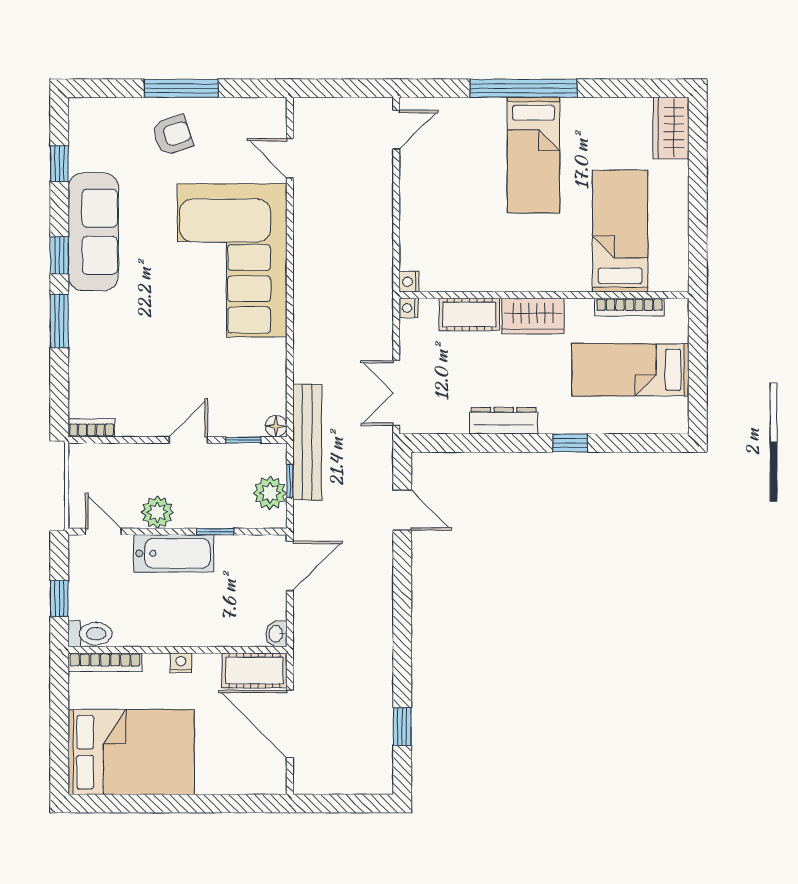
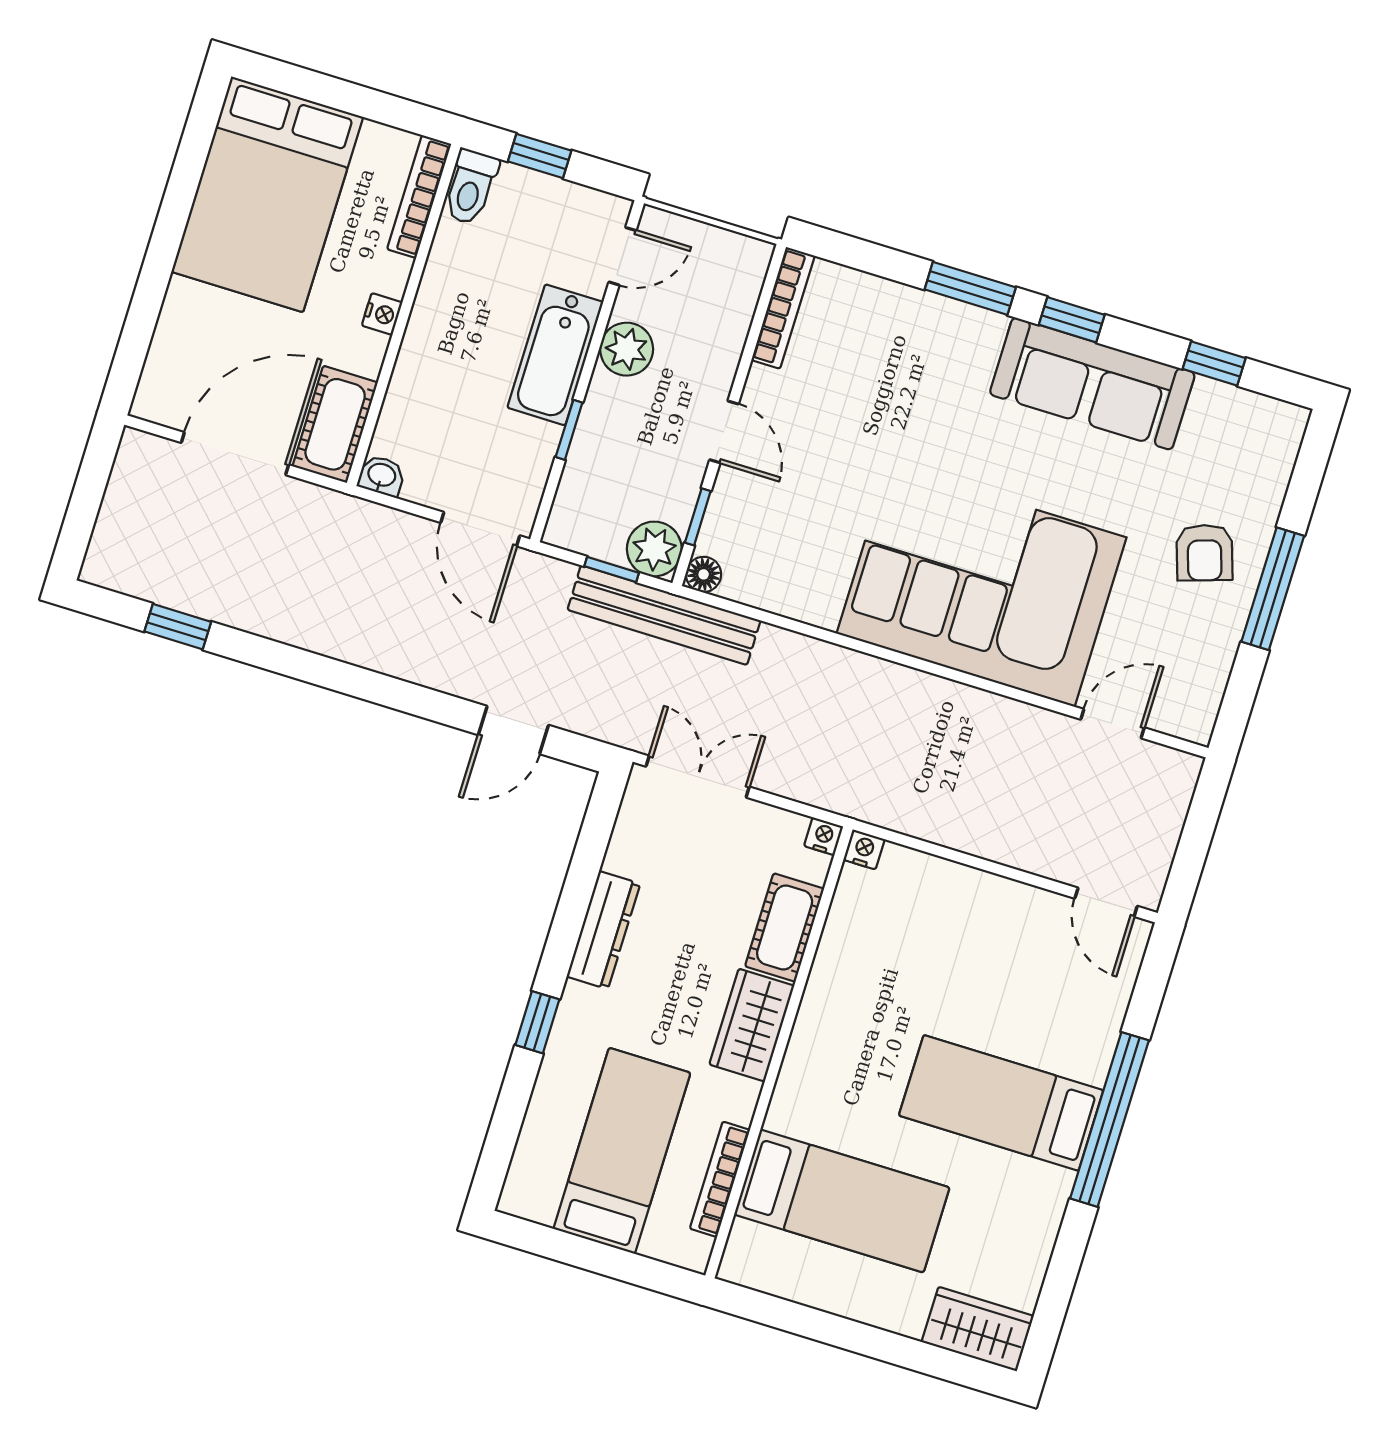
bookcase: (92, 428) -> (783, 308), width x1.56
plant: (270, 493) -> (654, 549), moved

